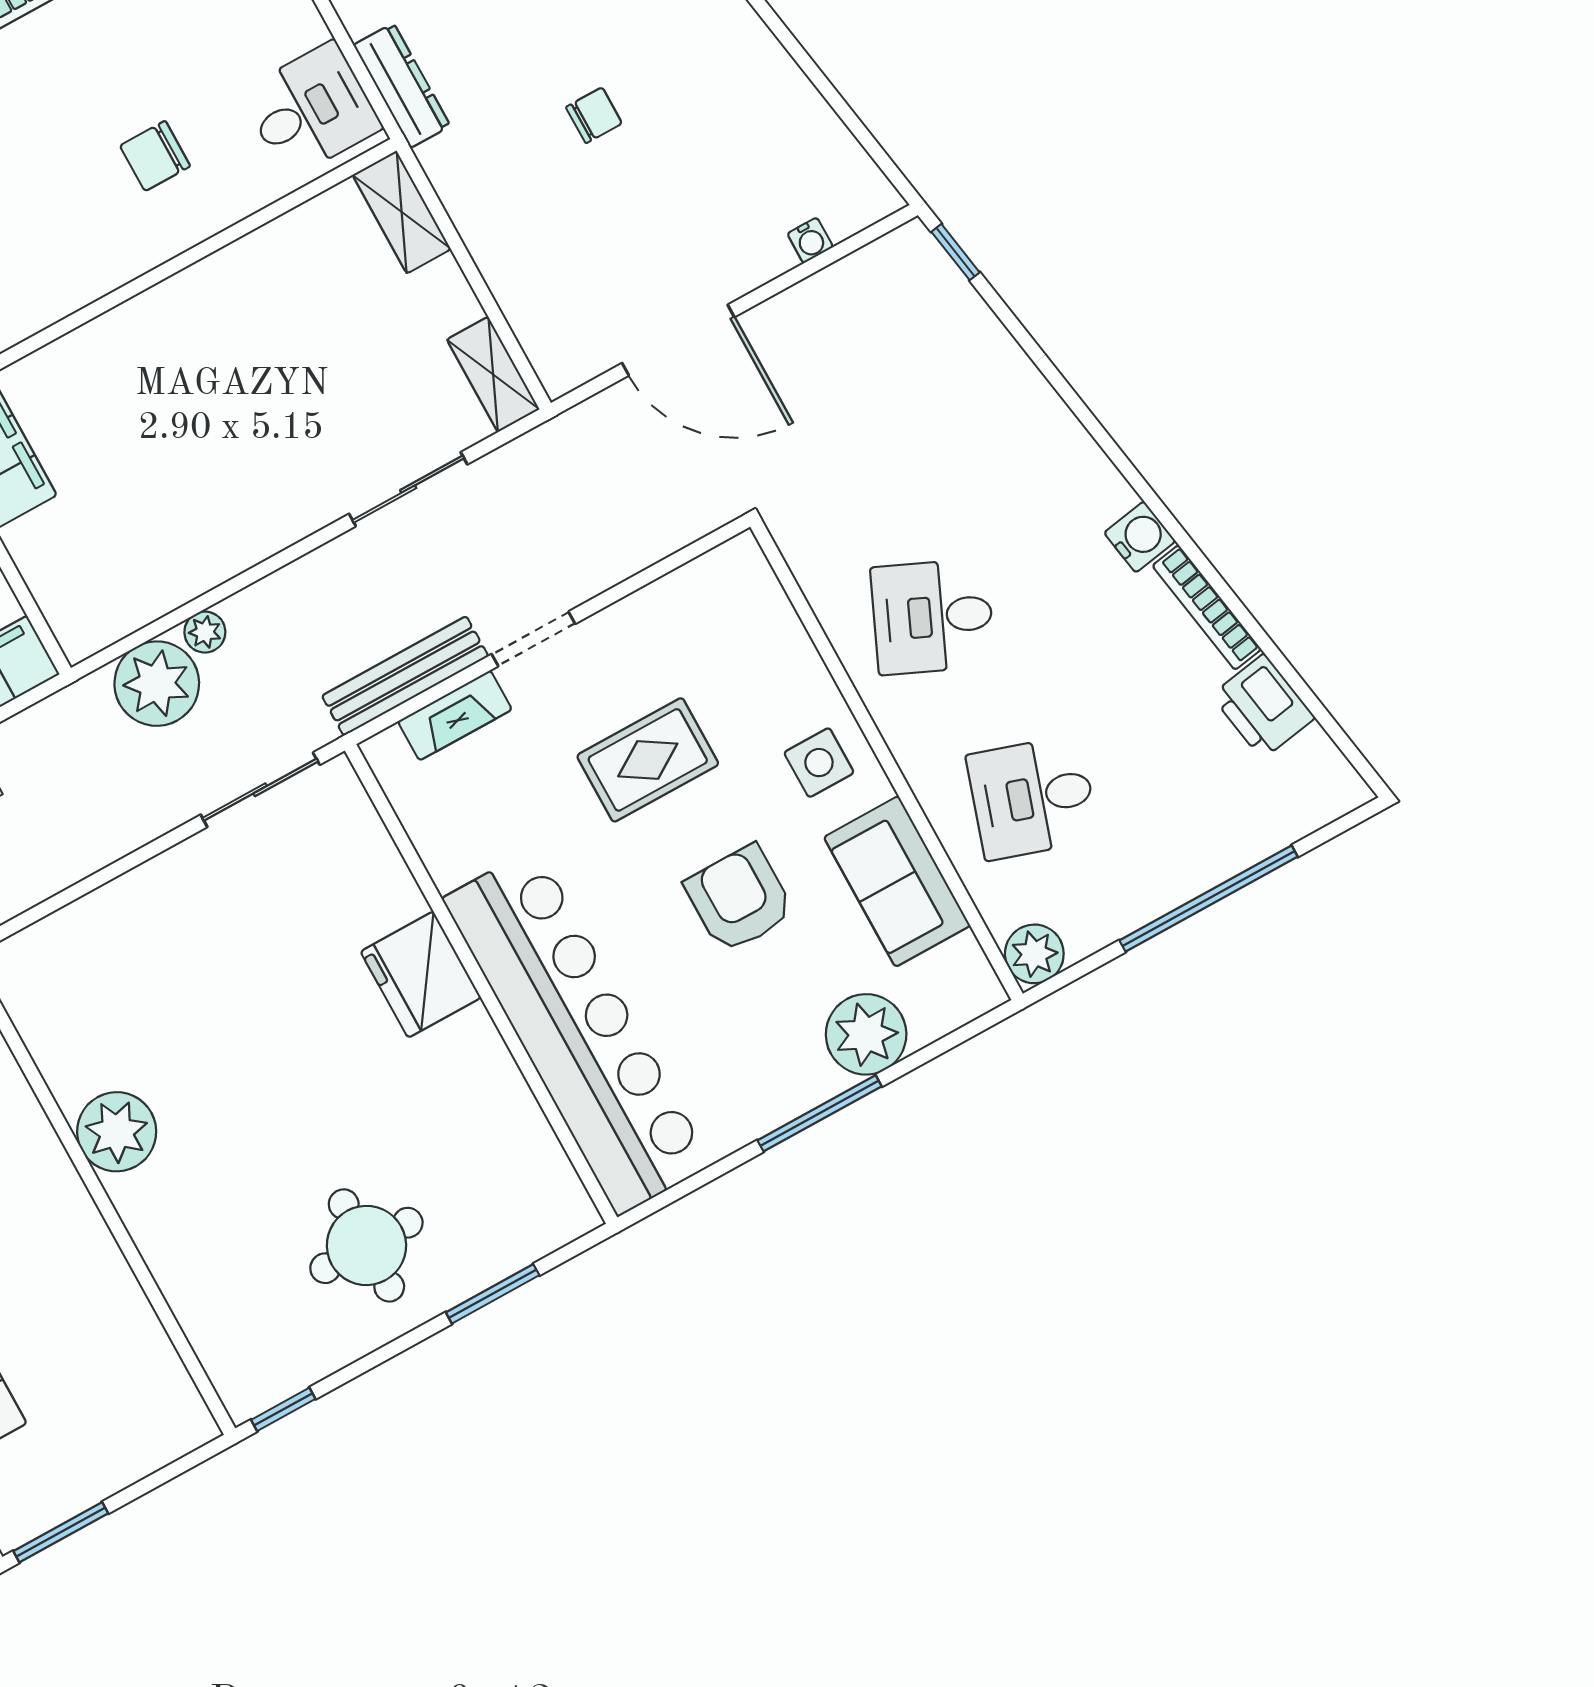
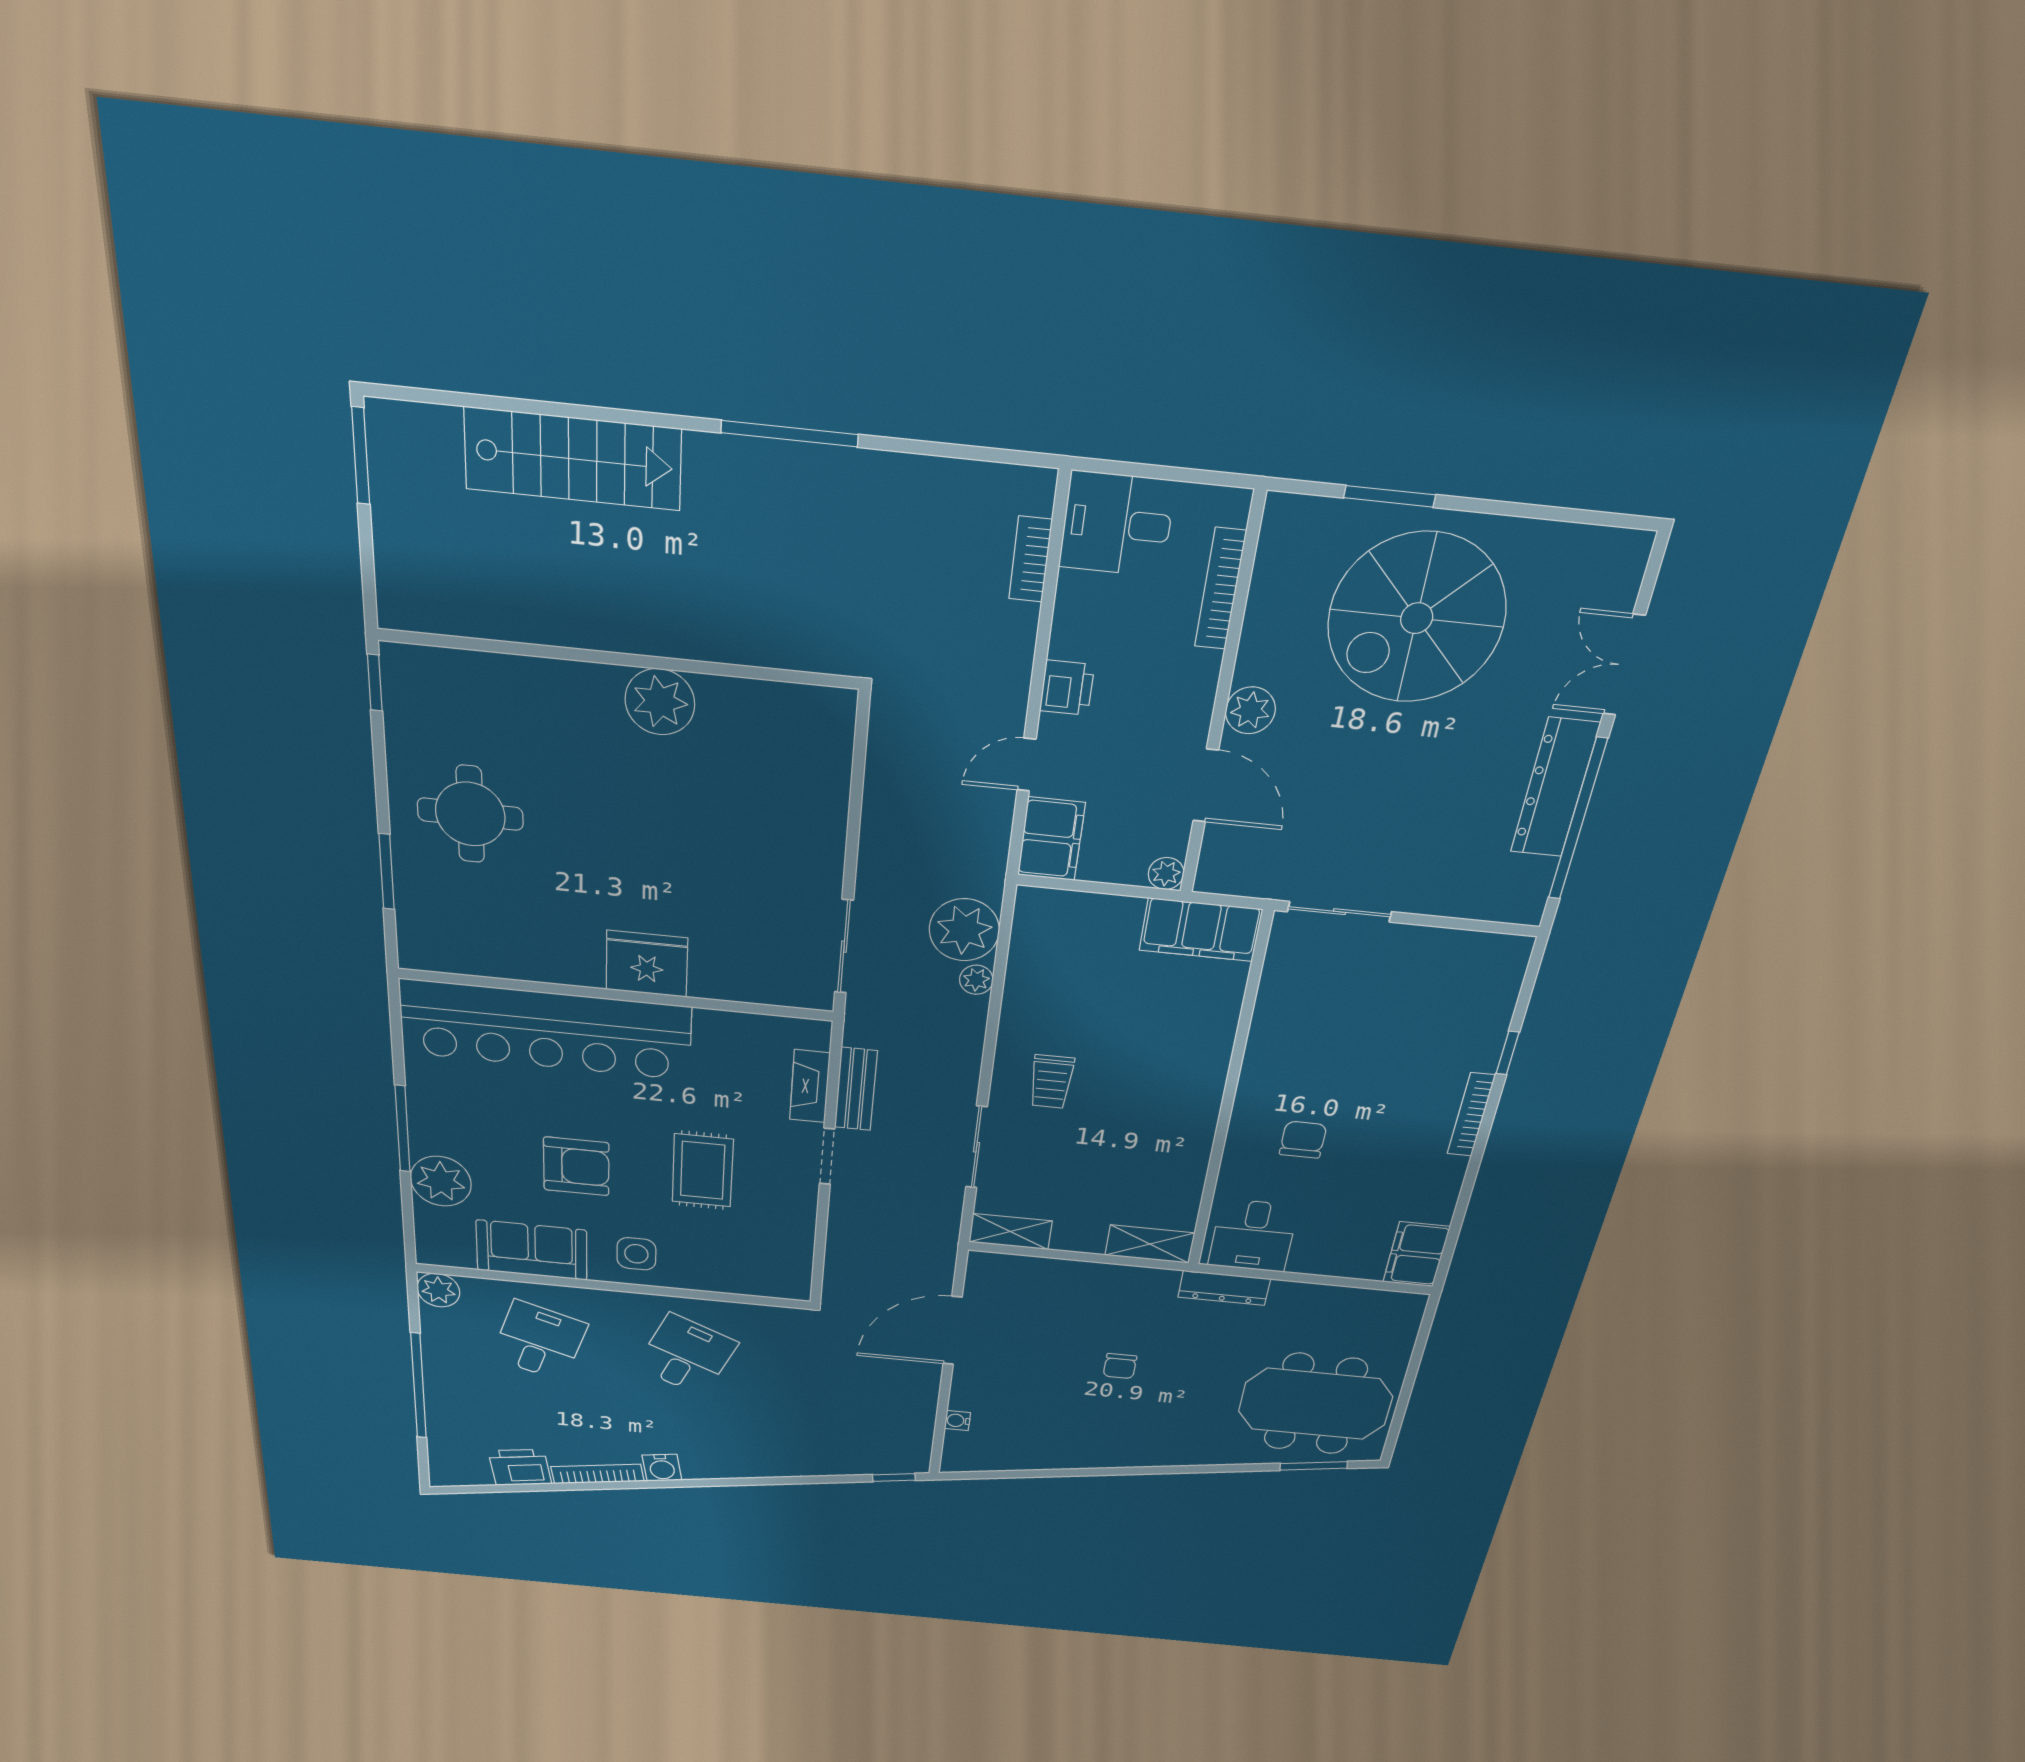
trolley: (271, 470) -> (1051, 1082), added
bench: (405, 676) -> (856, 1089), width x0.73

